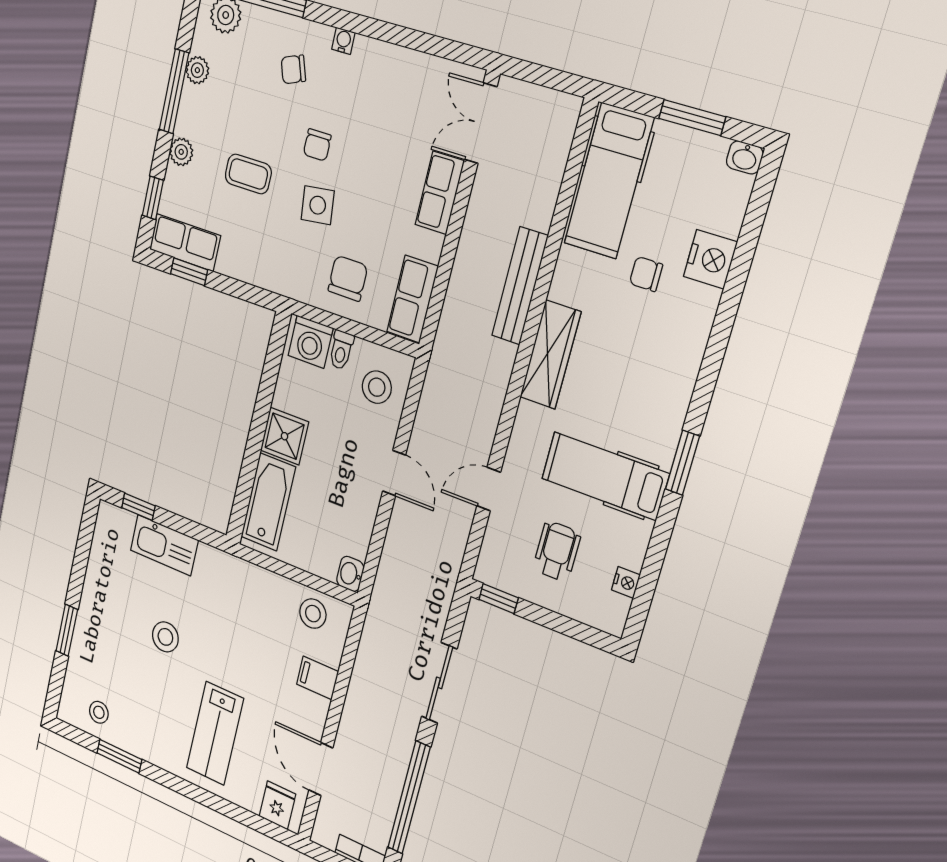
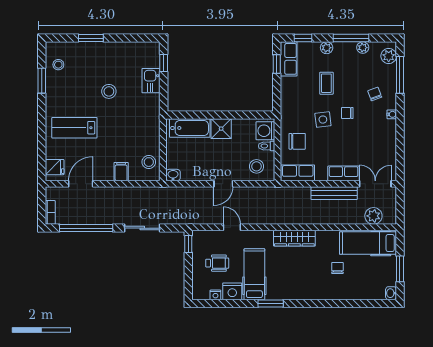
plant: (551, 149) -> (373, 216), added
nightstand: (710, 259) -> (232, 291), moved
bench: (520, 286) -> (334, 193), moved
kitchen sink: (164, 545) -> (151, 81), width x0.73

